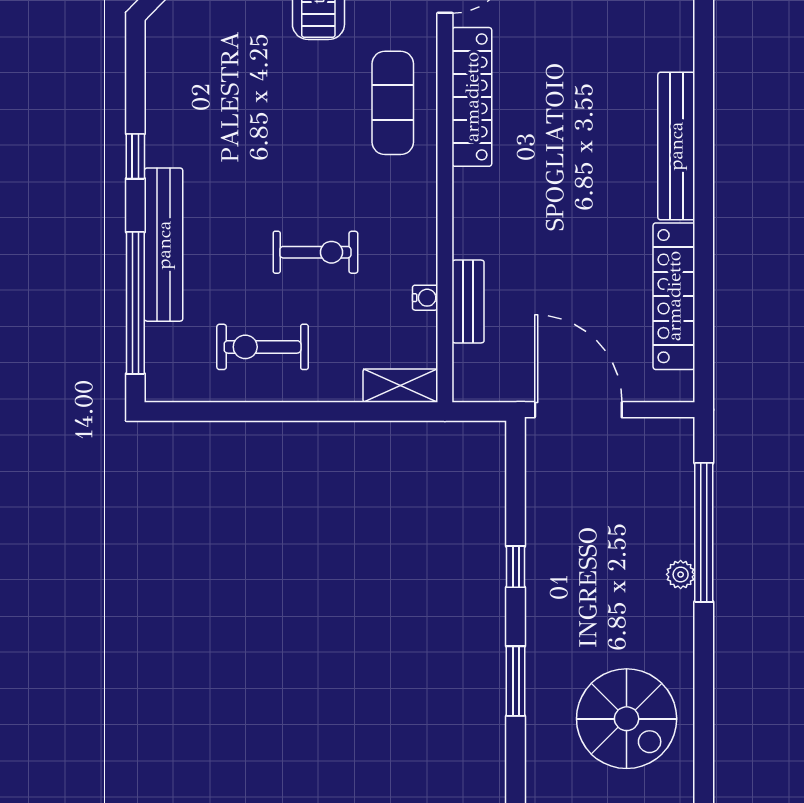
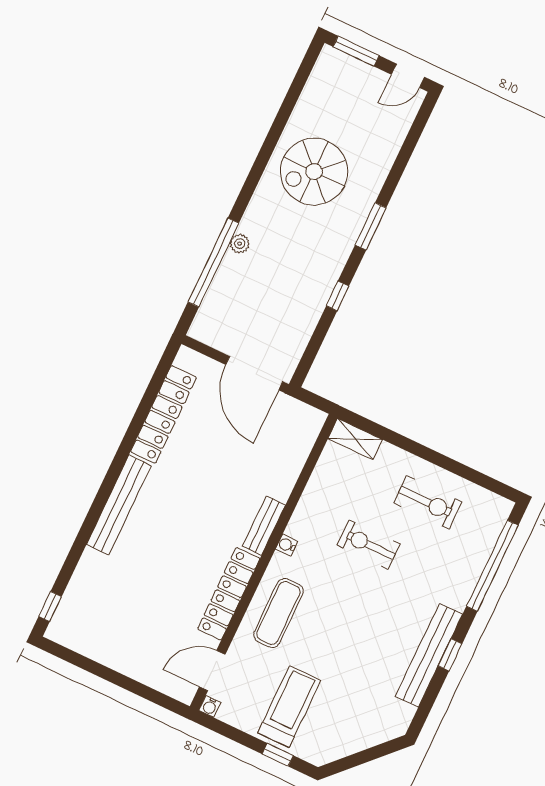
bench: (164, 245) -> (429, 655), moved
water cooler: (425, 298) -> (287, 545), moved
bench: (468, 302) -> (264, 526), moved
spiral stairs: (627, 719) -> (314, 172), turned -90

